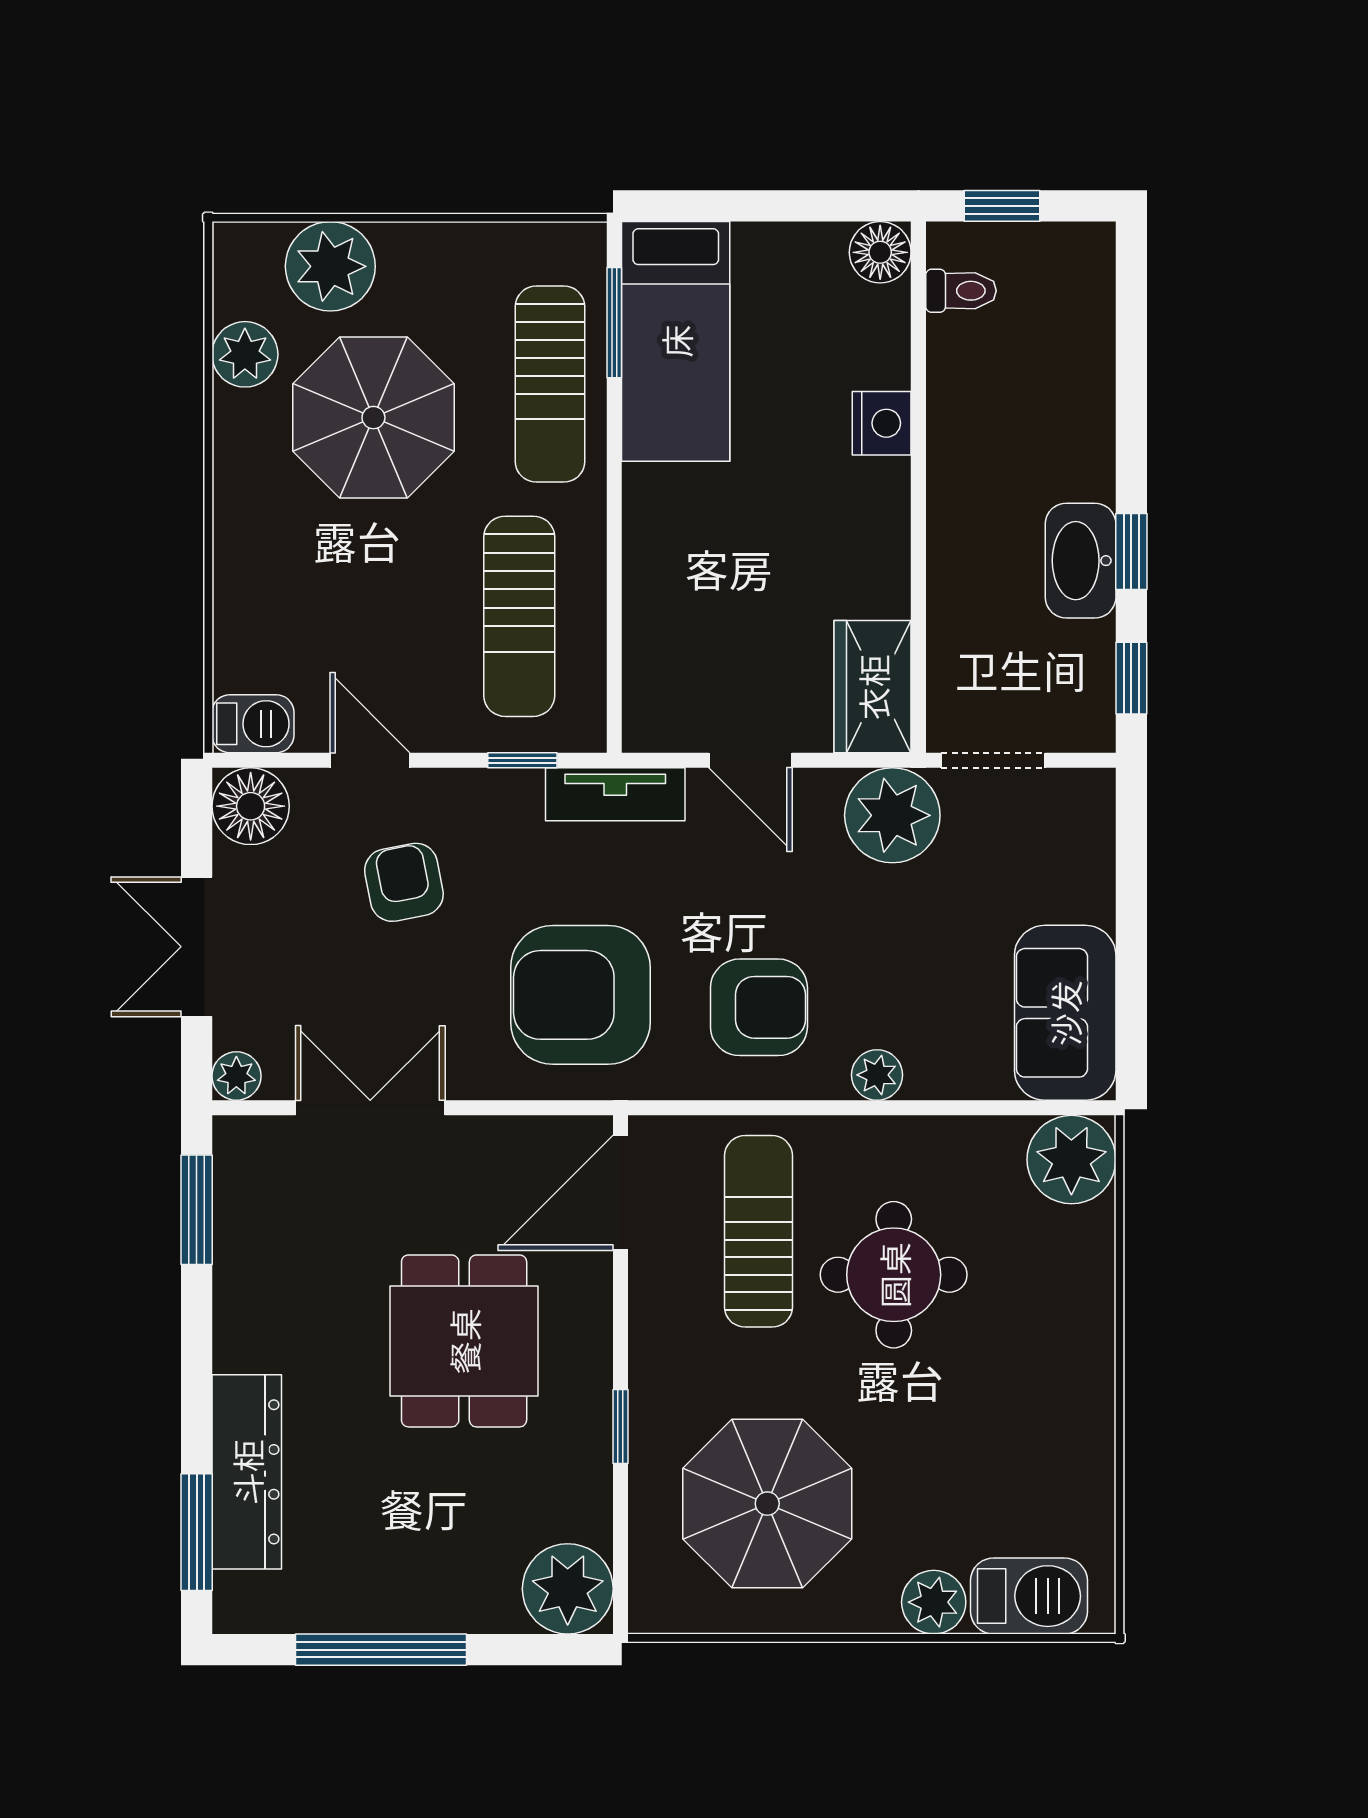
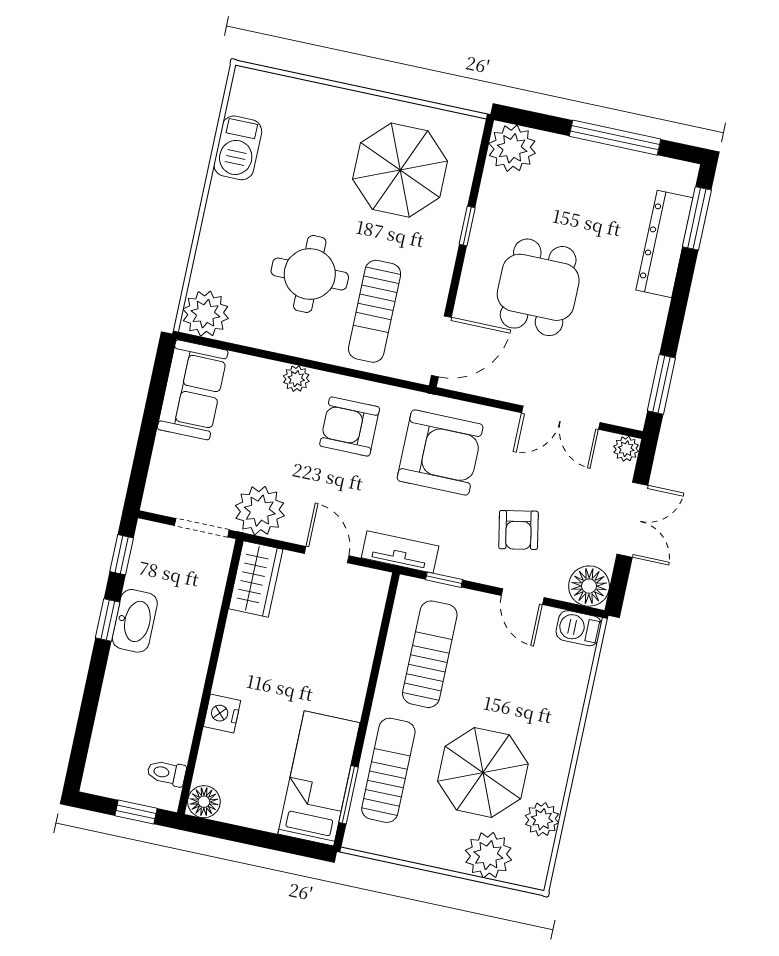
barbecue: (1029, 1596) -> (238, 148), moved, turned -90
plant: (934, 1602) -> (325, 101), removed

